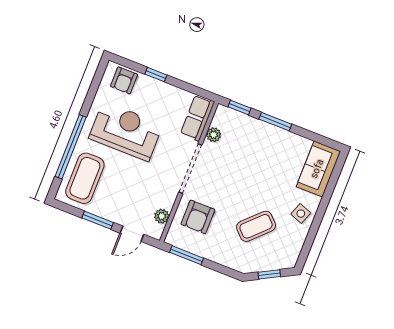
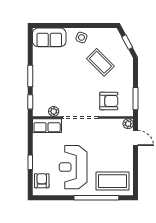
armchair: (124, 80) -> (42, 181), turned -90
plant: (162, 216) -> (128, 124), moved
window: (98, 220) -> (136, 163), removed

